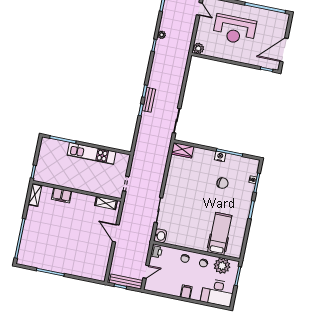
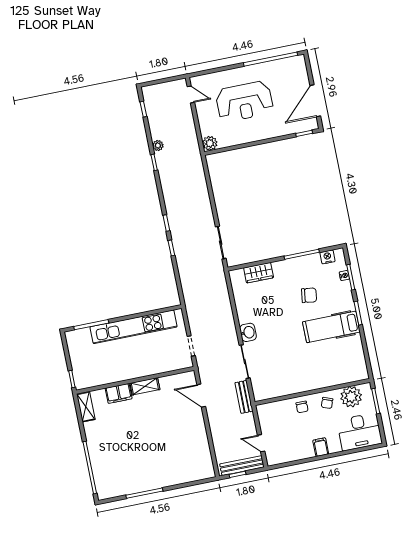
bench: (149, 100) -> (244, 397), moved
wardrobe: (182, 150) -> (259, 273), moved
kitchen unit: (92, 153) -> (134, 327), width x1.36
nightstand: (220, 156) -> (327, 257), moved
shelving: (106, 203) -> (145, 386), moved
door: (116, 233) -> (201, 396), moved
hospital bed: (220, 234) -> (331, 327), moved, turned -90
washbasin: (160, 236) -> (248, 332), moved
printer: (156, 252) -> (264, 413), removed
door: (146, 272) -> (261, 443), swing flipped

